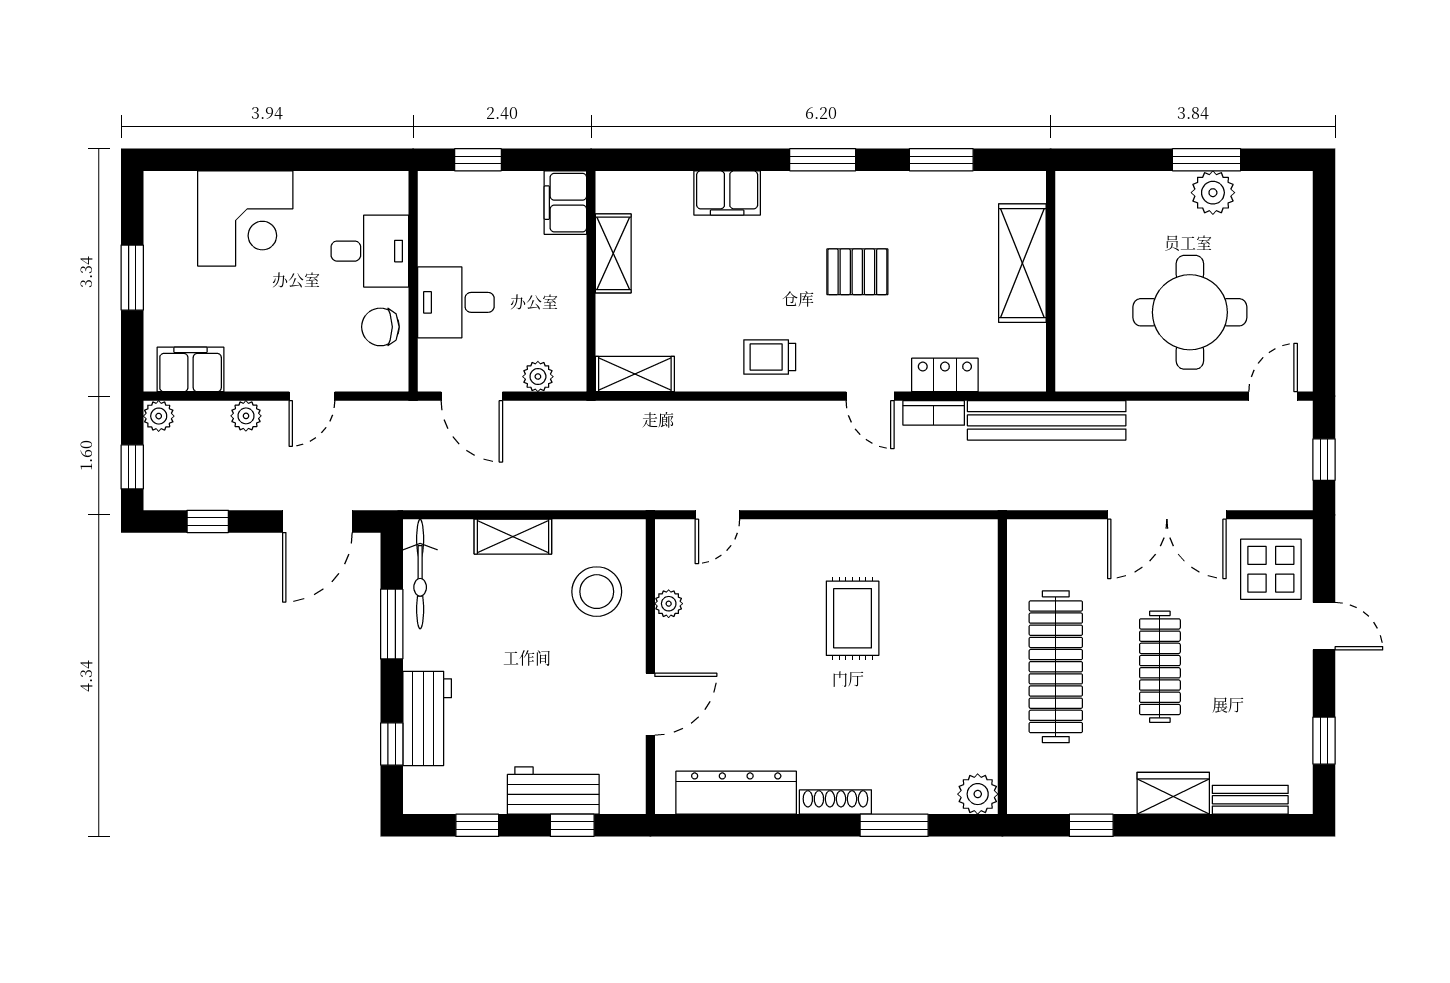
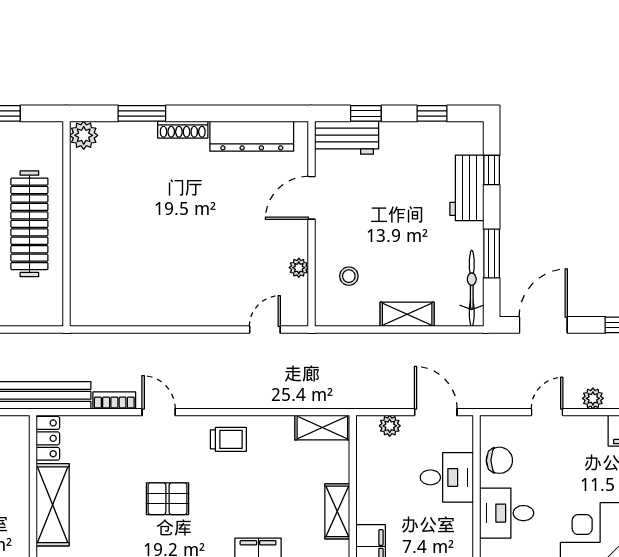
locker: (945, 375) -> (48, 438), moved, turned -90
stool: (597, 592) -> (349, 276), width x0.53, depth x0.53
rug: (853, 618) -> (171, 258), removed
workbench: (553, 791) -> (347, 138), moved

